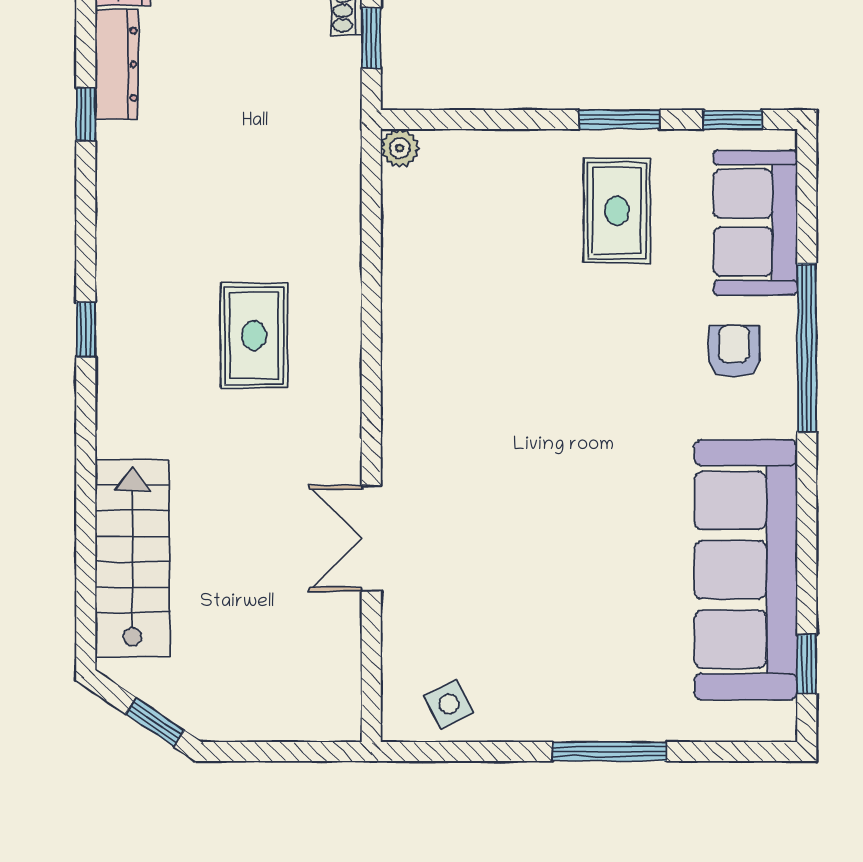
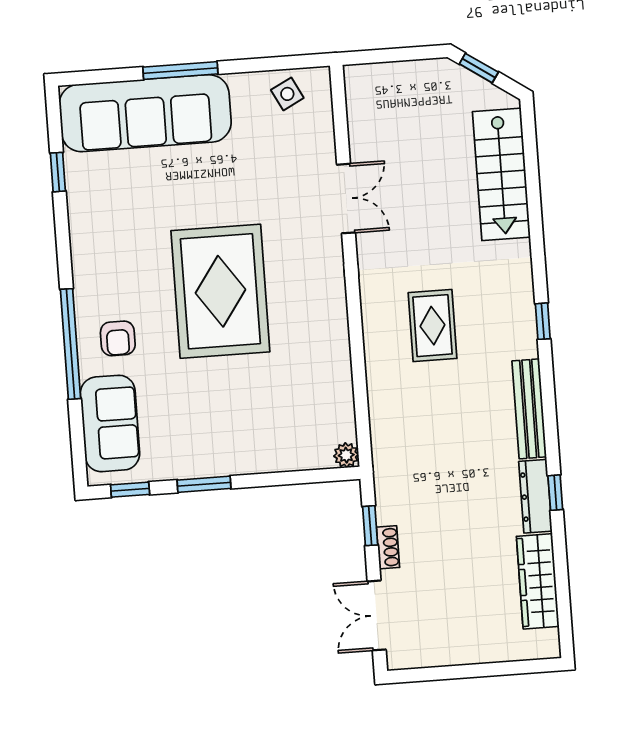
window: (86, 114) -> (555, 493), moved
bench: (116, 198) -> (529, 409), added
rug: (617, 211) -> (220, 291), moved, width x1.86, depth x2.06
sofa: (746, 570) -> (145, 113), moved, turned 90
window: (807, 664) -> (58, 172), moved

